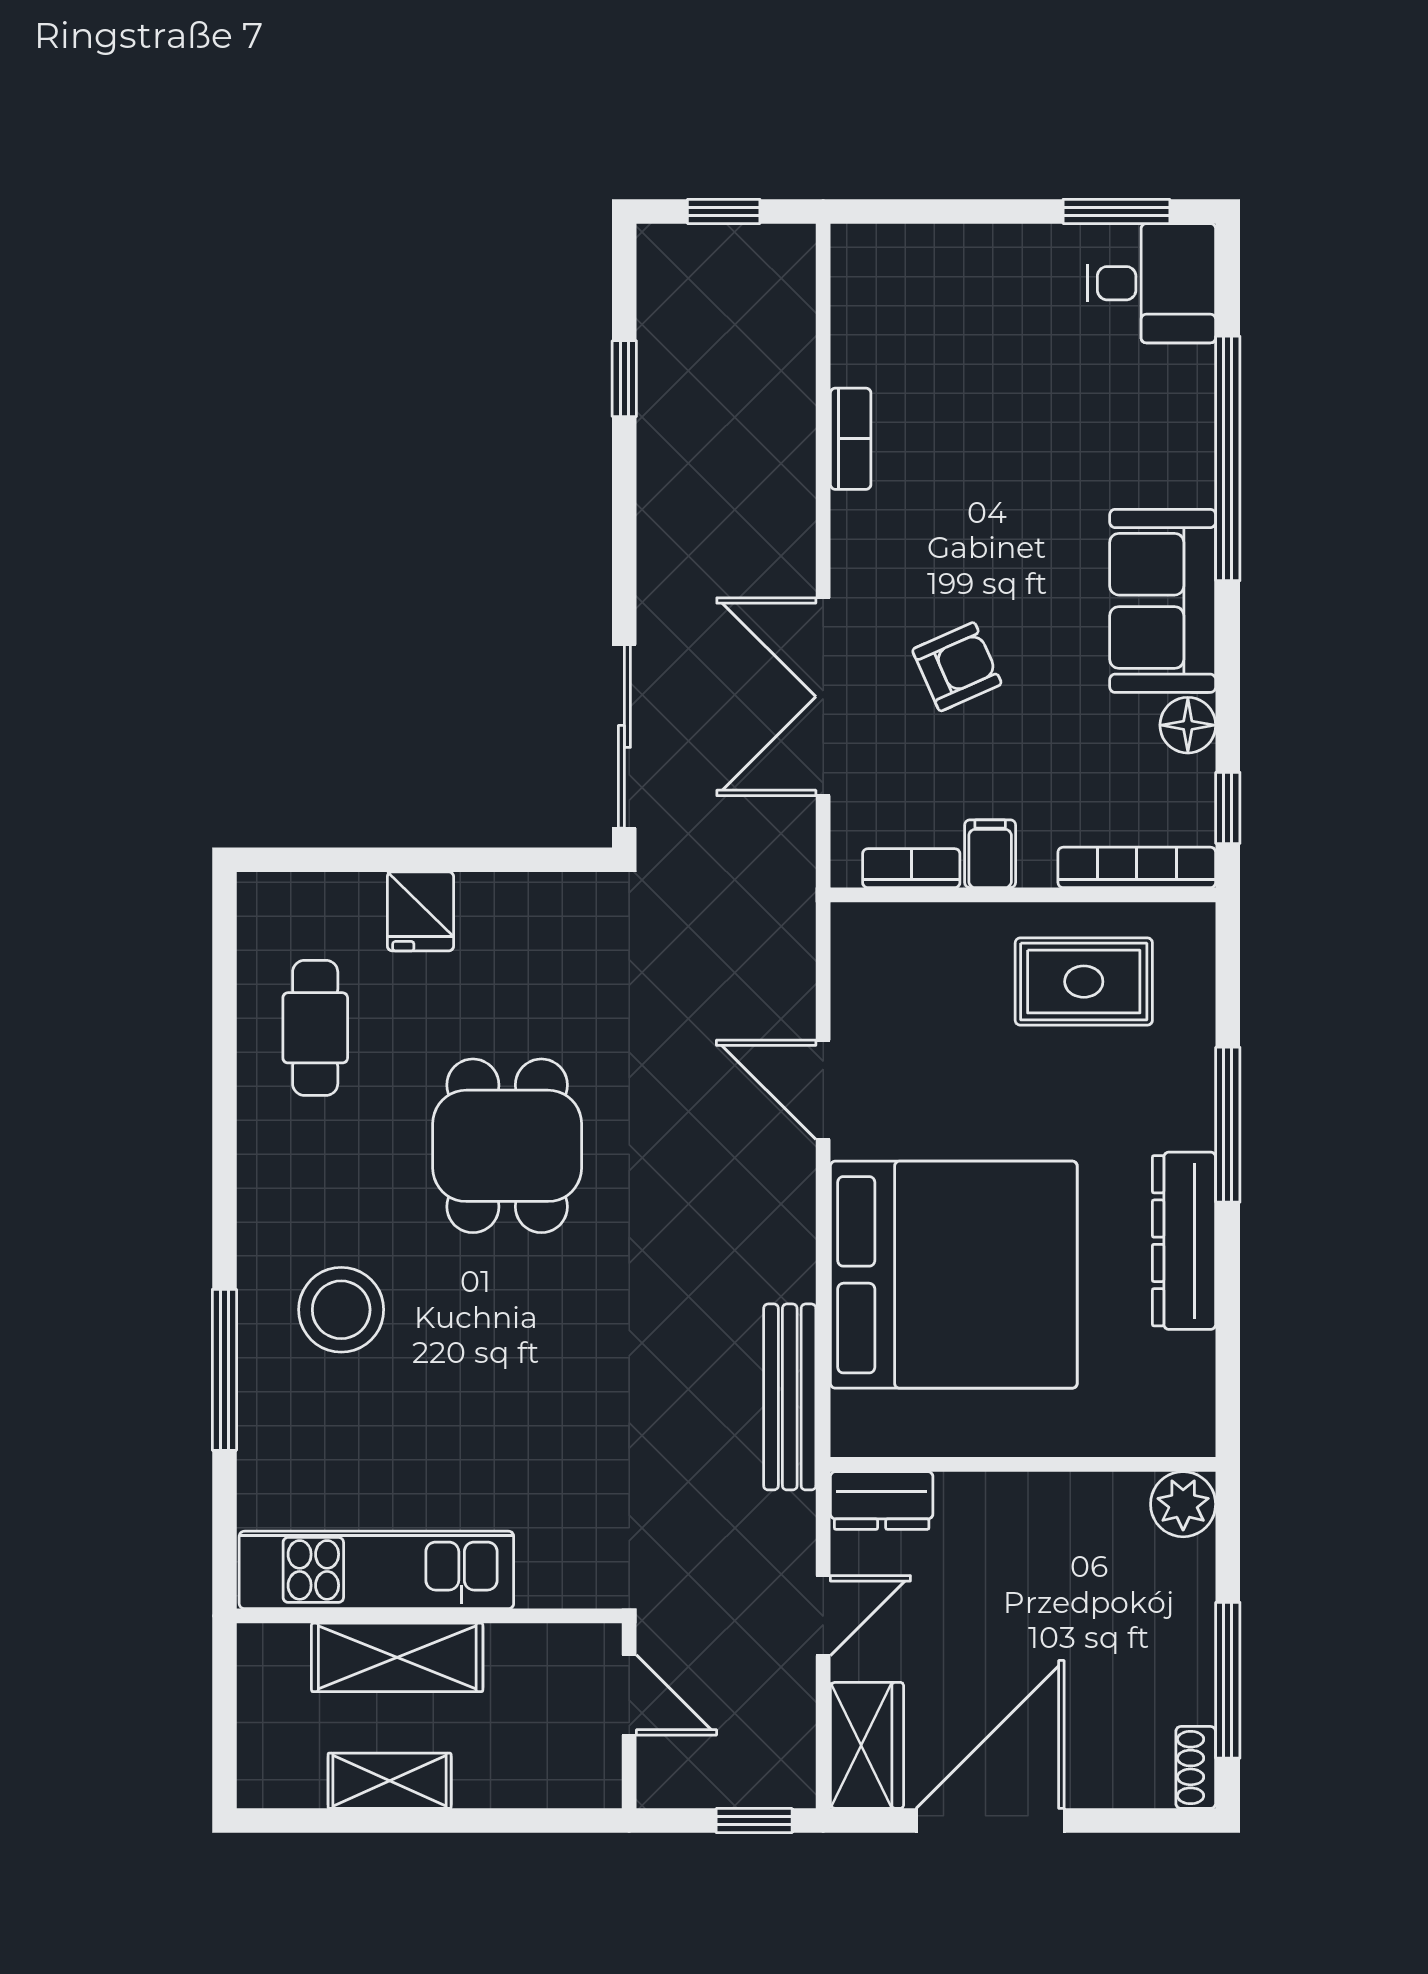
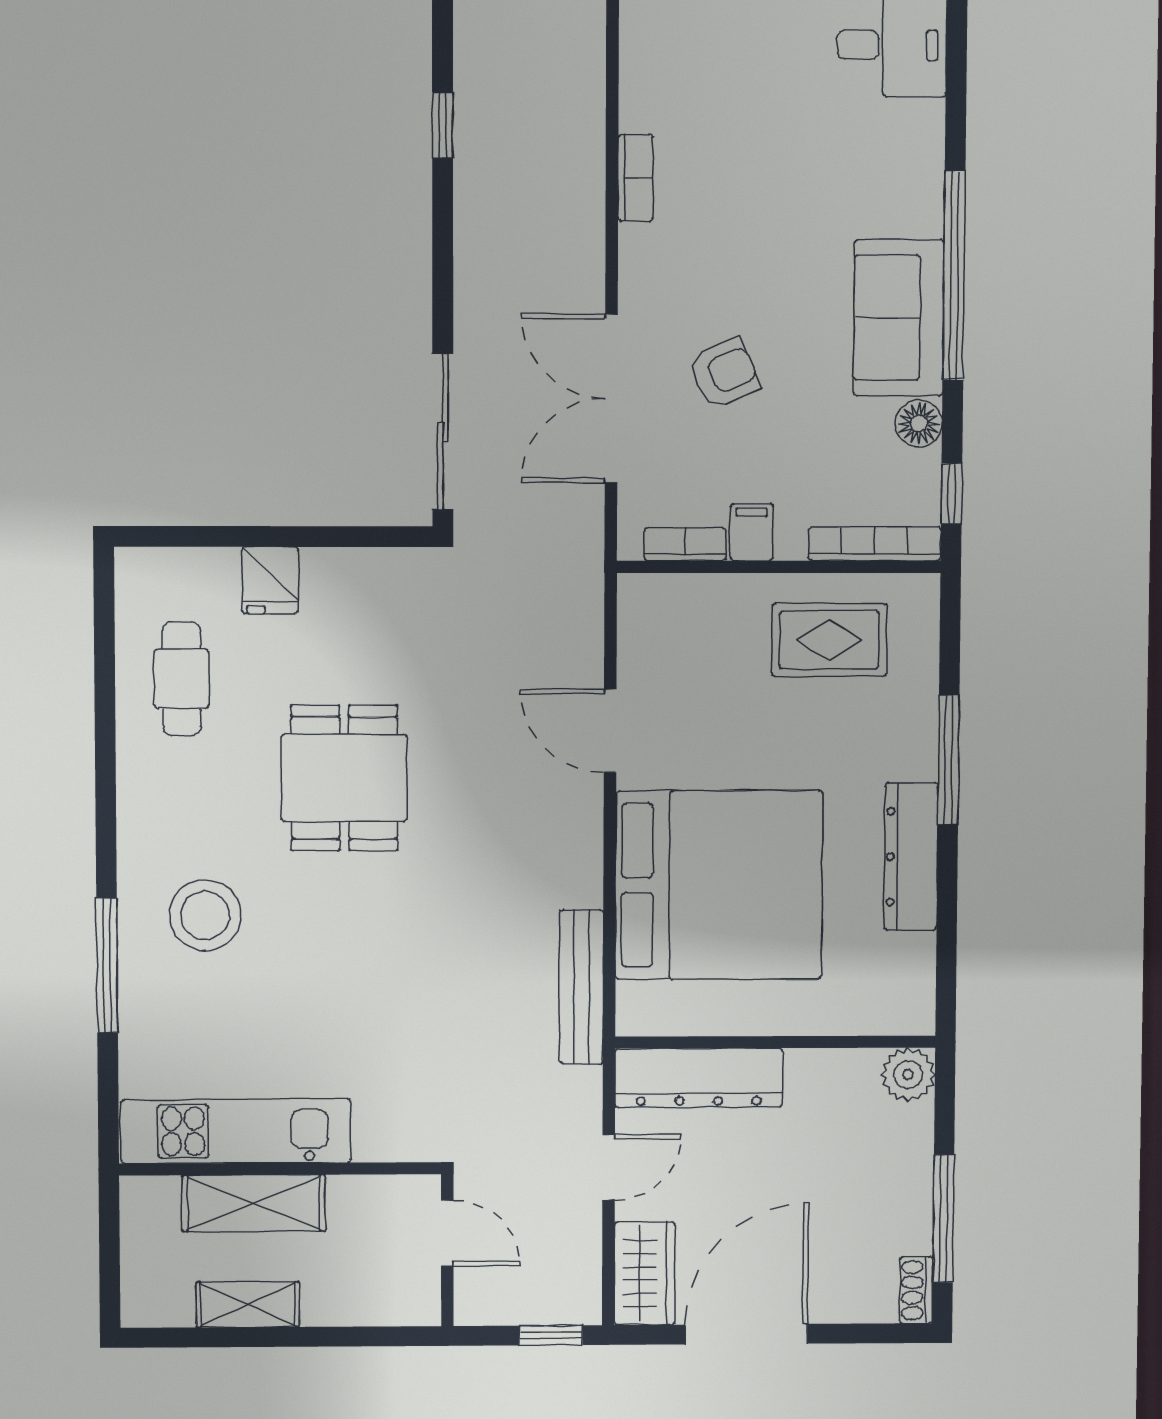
window: (1228, 458) -> (954, 276), moved
dresser: (882, 1501) -> (699, 1078), width x1.96, depth x1.24

